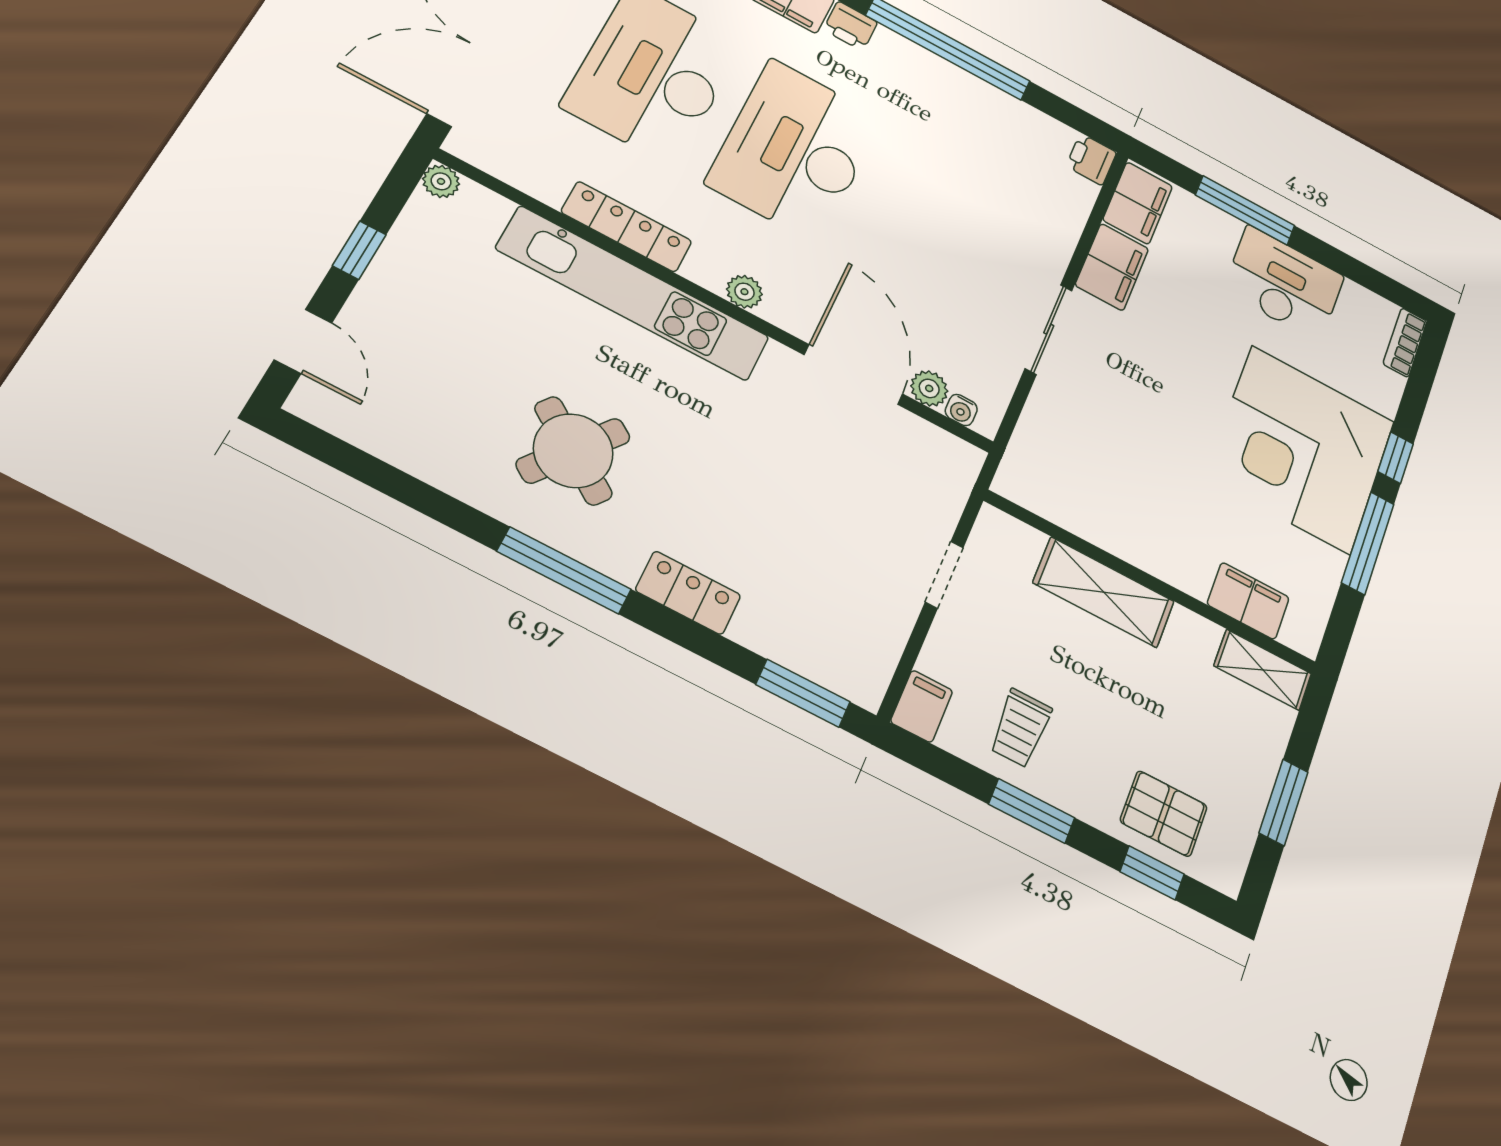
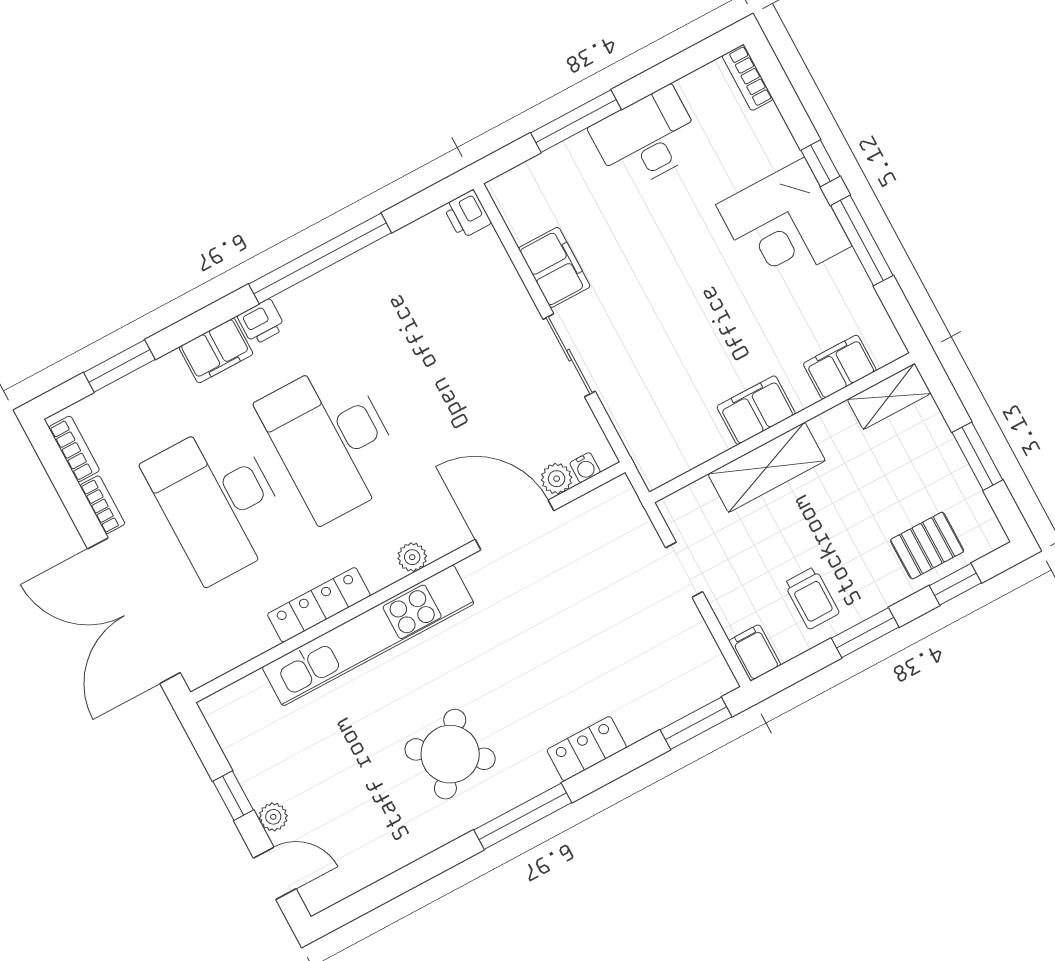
plant: (441, 181) -> (273, 817), moved
filing cabinet: (1138, 203) -> (756, 410), moved, turned -90
corner desk: (1300, 449) -> (784, 225), width x0.74, depth x0.74

